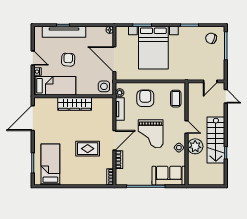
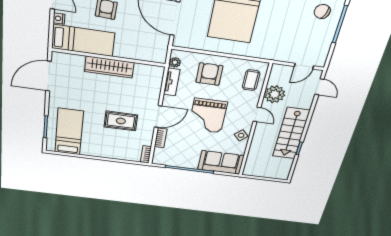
side table: (104, 86) -> (154, 51), removed
plant: (195, 146) -> (275, 94), moved

